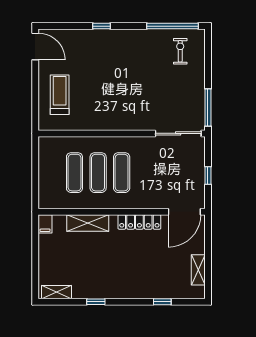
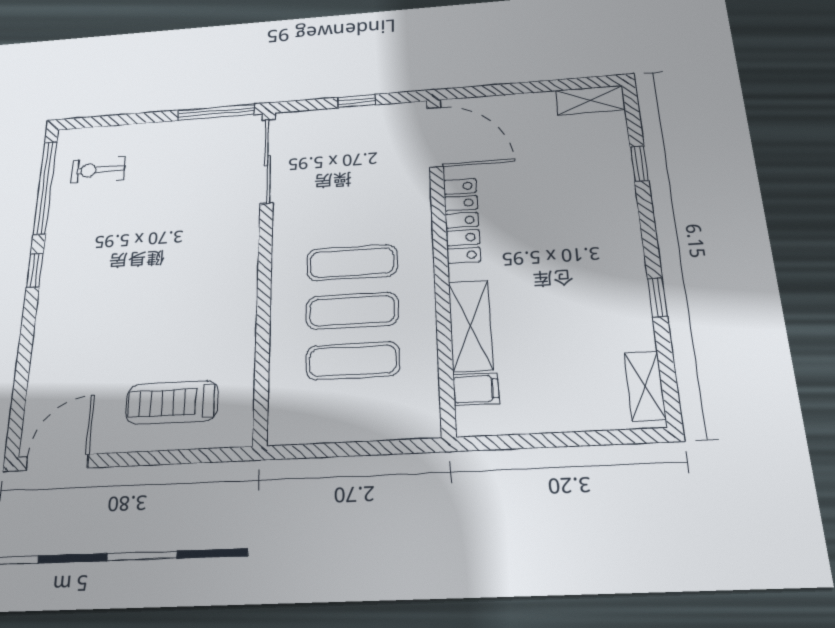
window: (102, 26) -> (35, 270), moved
filing cabinet: (45, 224) -> (476, 389), moved
shelving: (198, 270) -> (590, 100), moved

